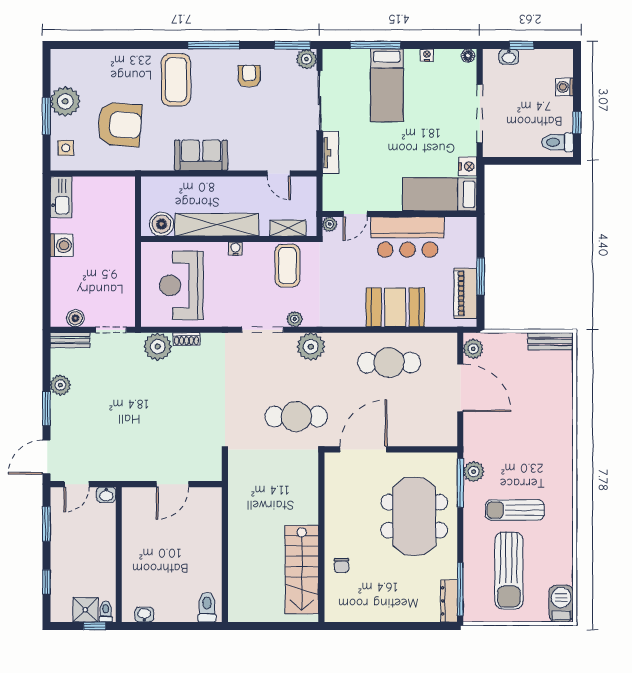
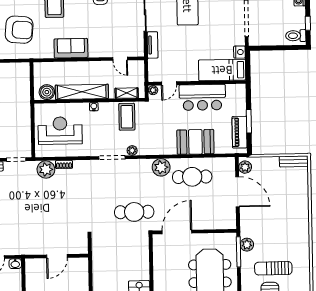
reception desk: (181, 285) -> (60, 131), turned 90
plant: (311, 347) -> (161, 167), moved

